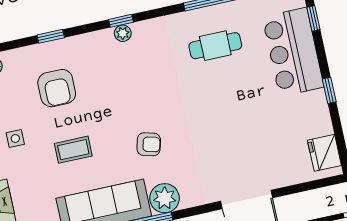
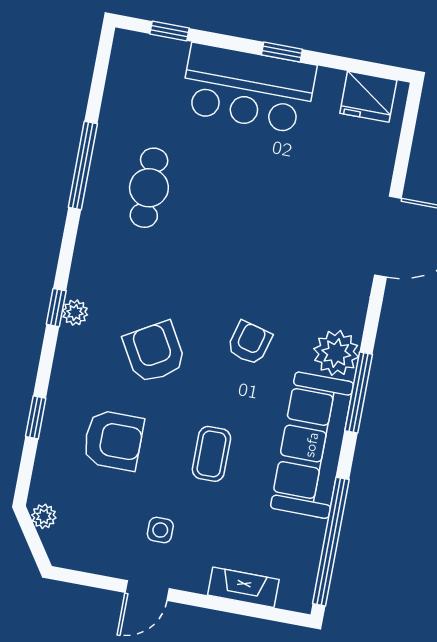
bar counter: (293, 52) -> (248, 88), moved
armchair: (119, 90) -> (154, 352), added

